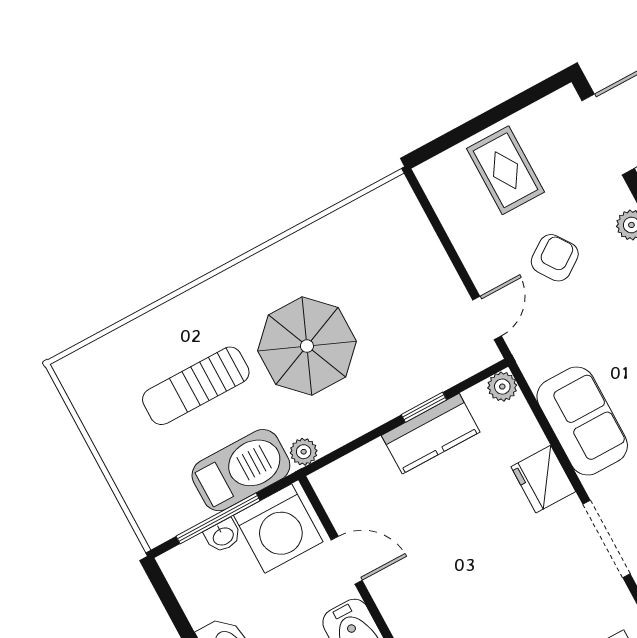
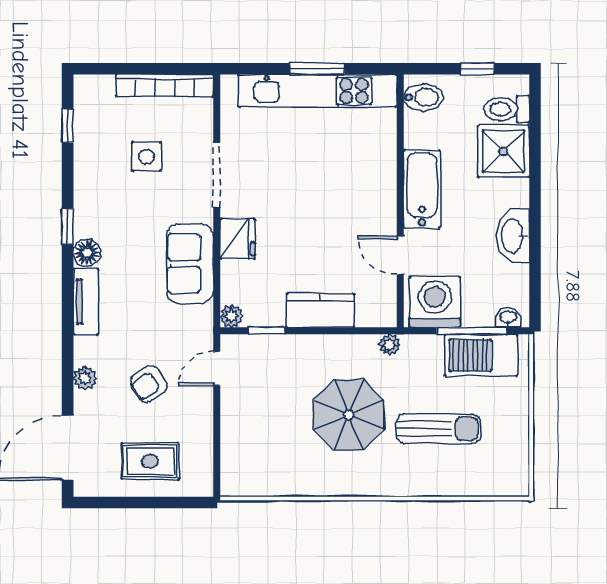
rug: (506, 170) -> (150, 461), turned 90
window: (424, 407) -> (267, 331), moved
kitchen counter: (431, 434) -> (320, 310), moved
barbecue: (241, 470) -> (481, 355), moved
washbasin: (223, 536) -> (508, 317), moved

